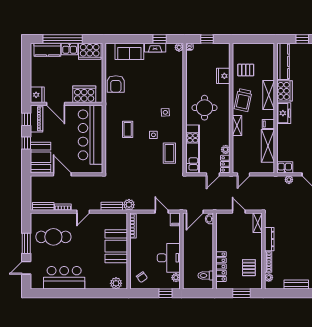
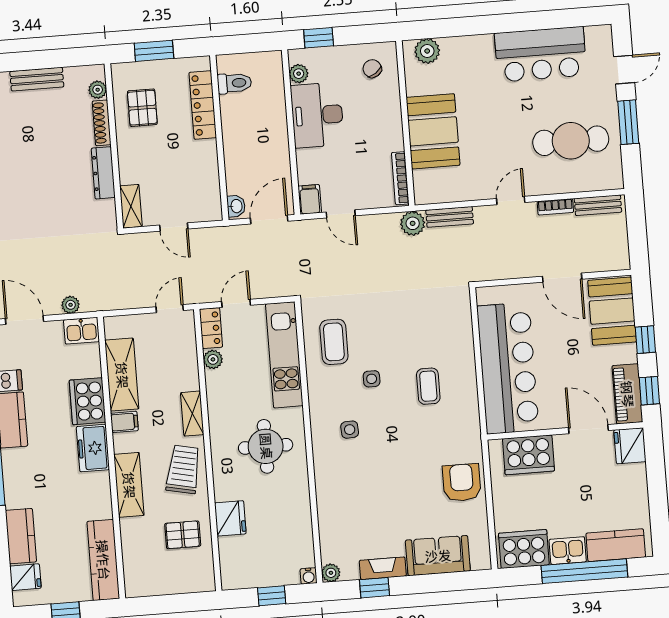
cooker: (285, 91) -> (87, 401), moved

